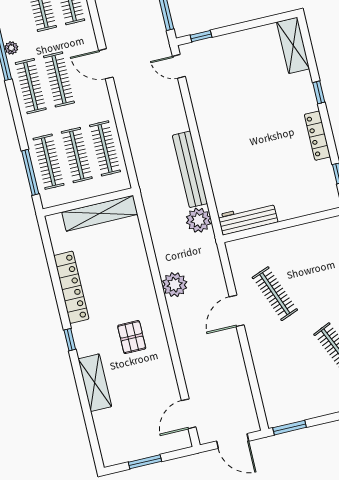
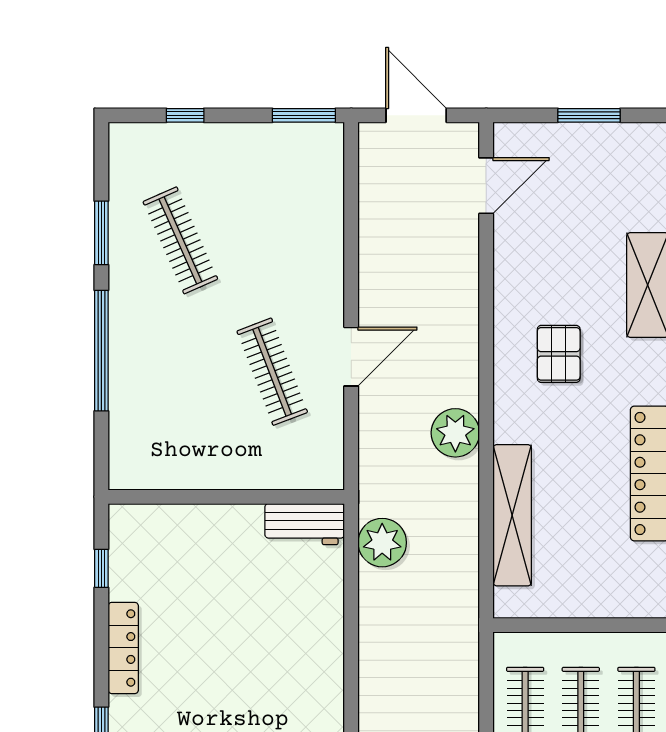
bench: (190, 169) -> (376, 641), removed
shelving: (100, 213) -> (512, 515), moved, turned 90
workbench: (248, 218) -> (305, 524), width x0.73

